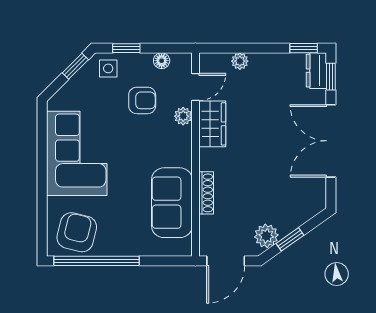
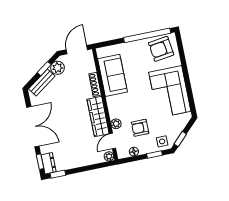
plant: (240, 61) -> (109, 156), moved
wardrobe: (212, 124) -> (98, 116), width x1.50
bench: (299, 216) -> (42, 82), added
armchair: (77, 232) -> (161, 49), turned 68

